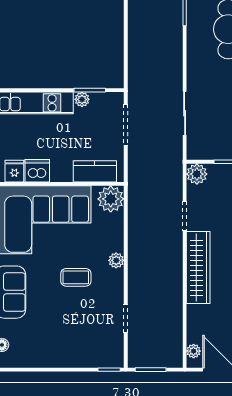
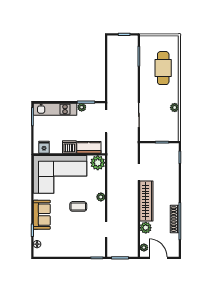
dishwasher: (37, 171) -> (69, 147), moved
plant: (197, 174) -> (146, 228), moved

